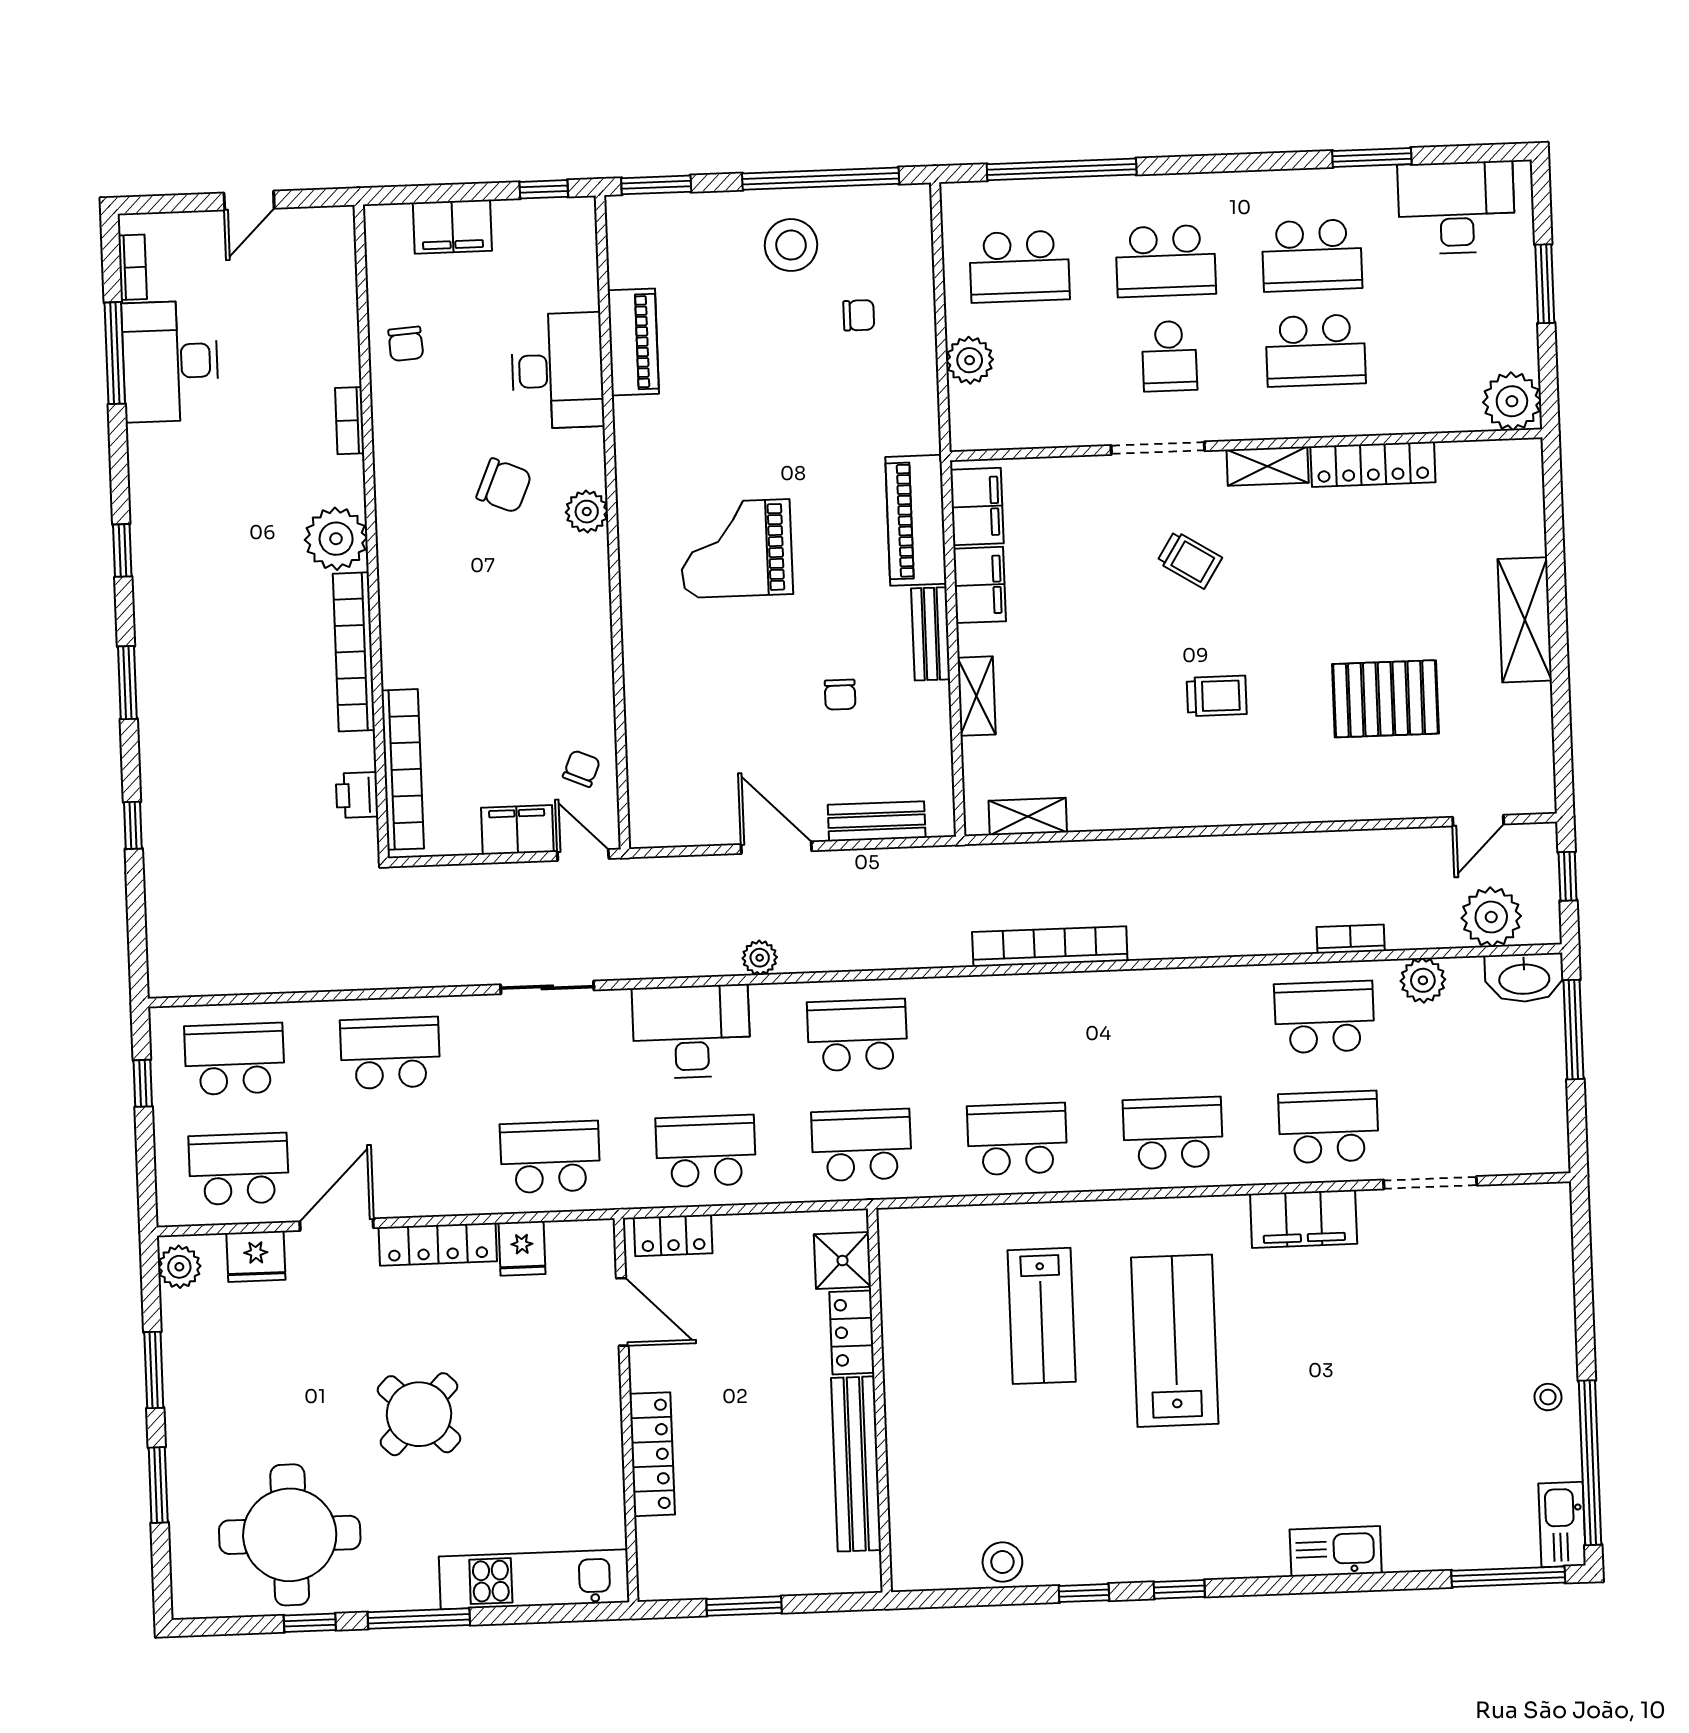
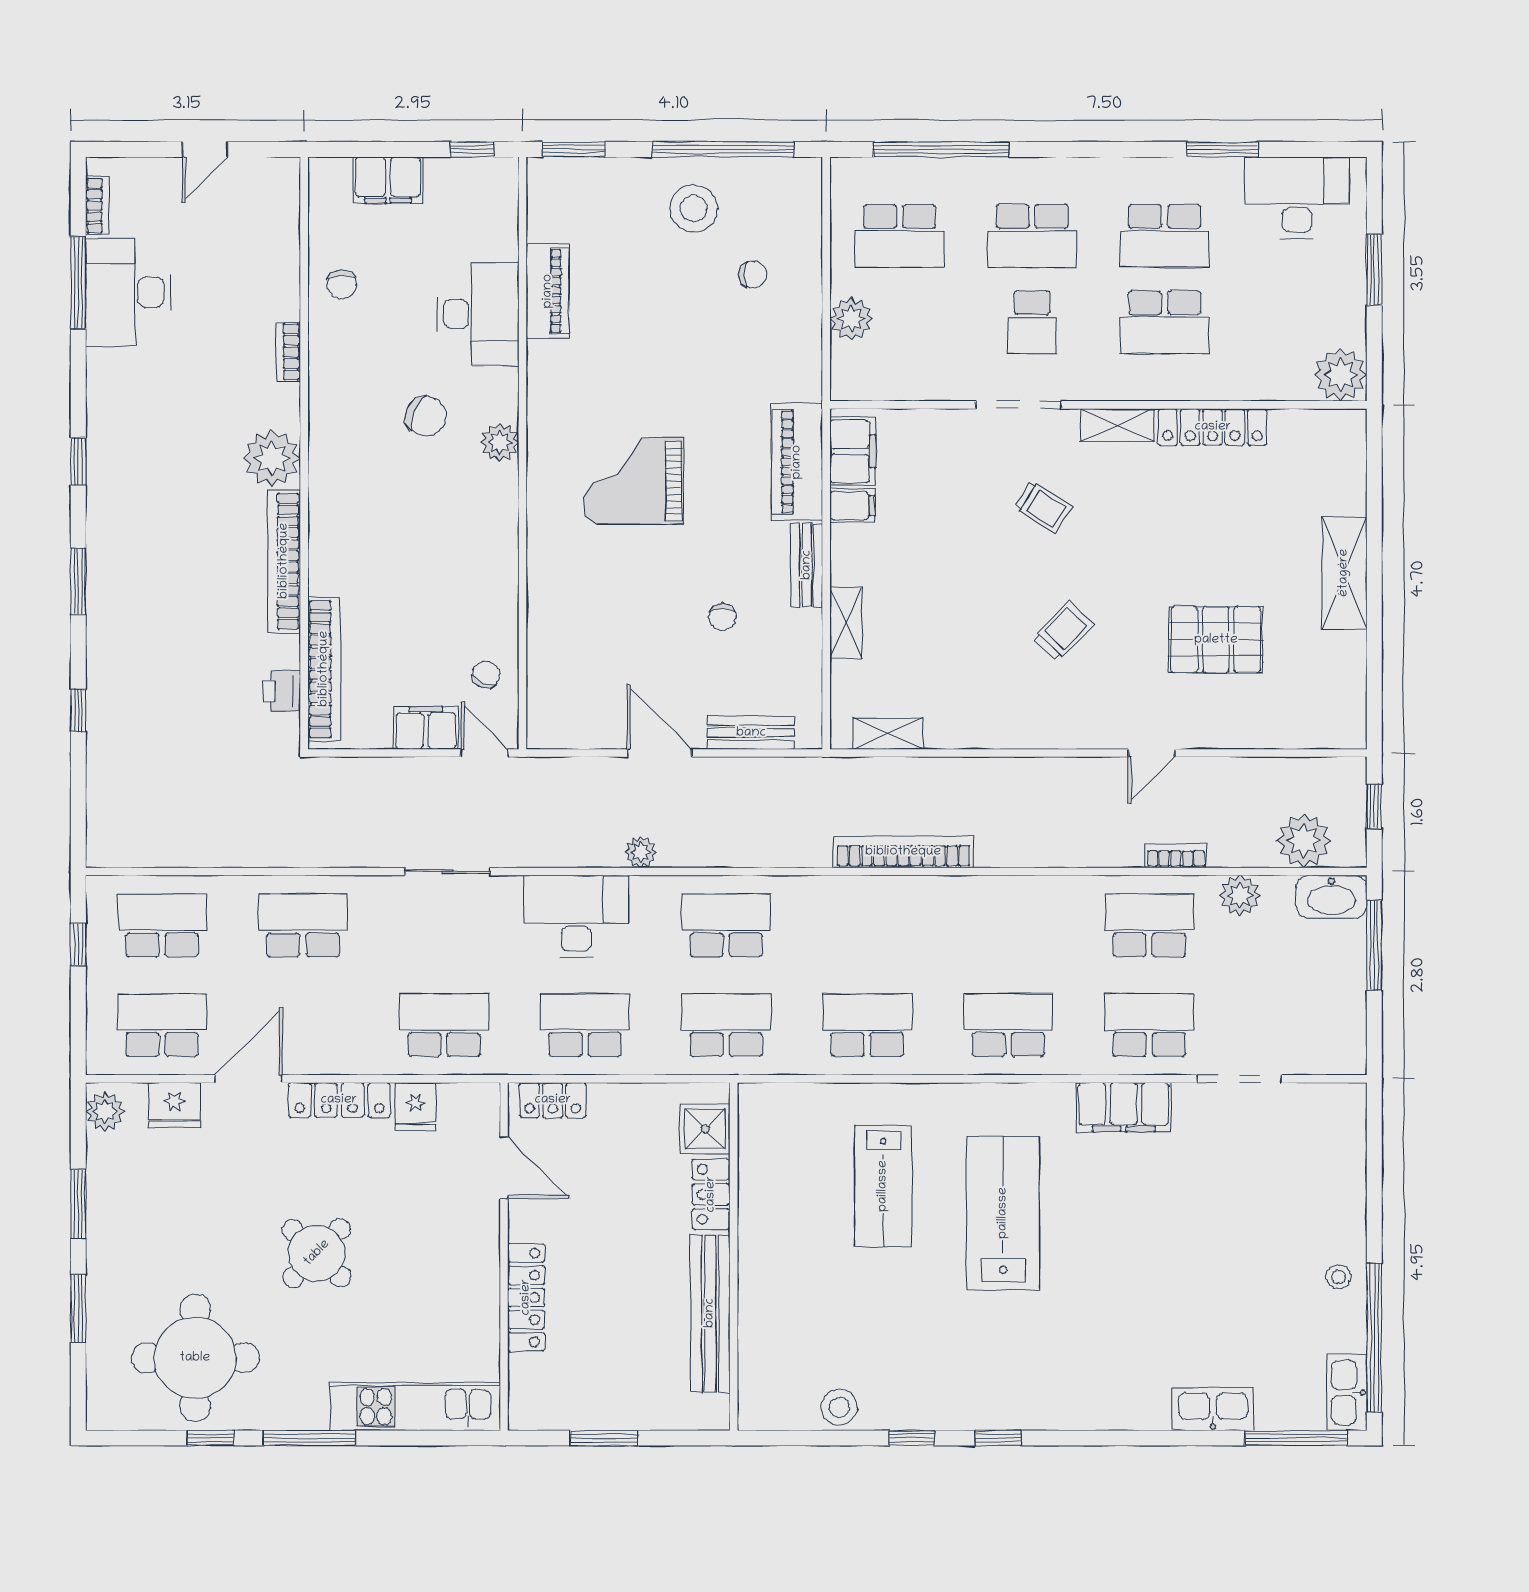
filing cabinet: (980, 585) -> (852, 506), width x0.50
trolley: (1217, 696) -> (1063, 631), turned -46
door: (1478, 821) -> (1151, 753), moved
kitchen sink: (1336, 1551) -> (1213, 1409), moved

